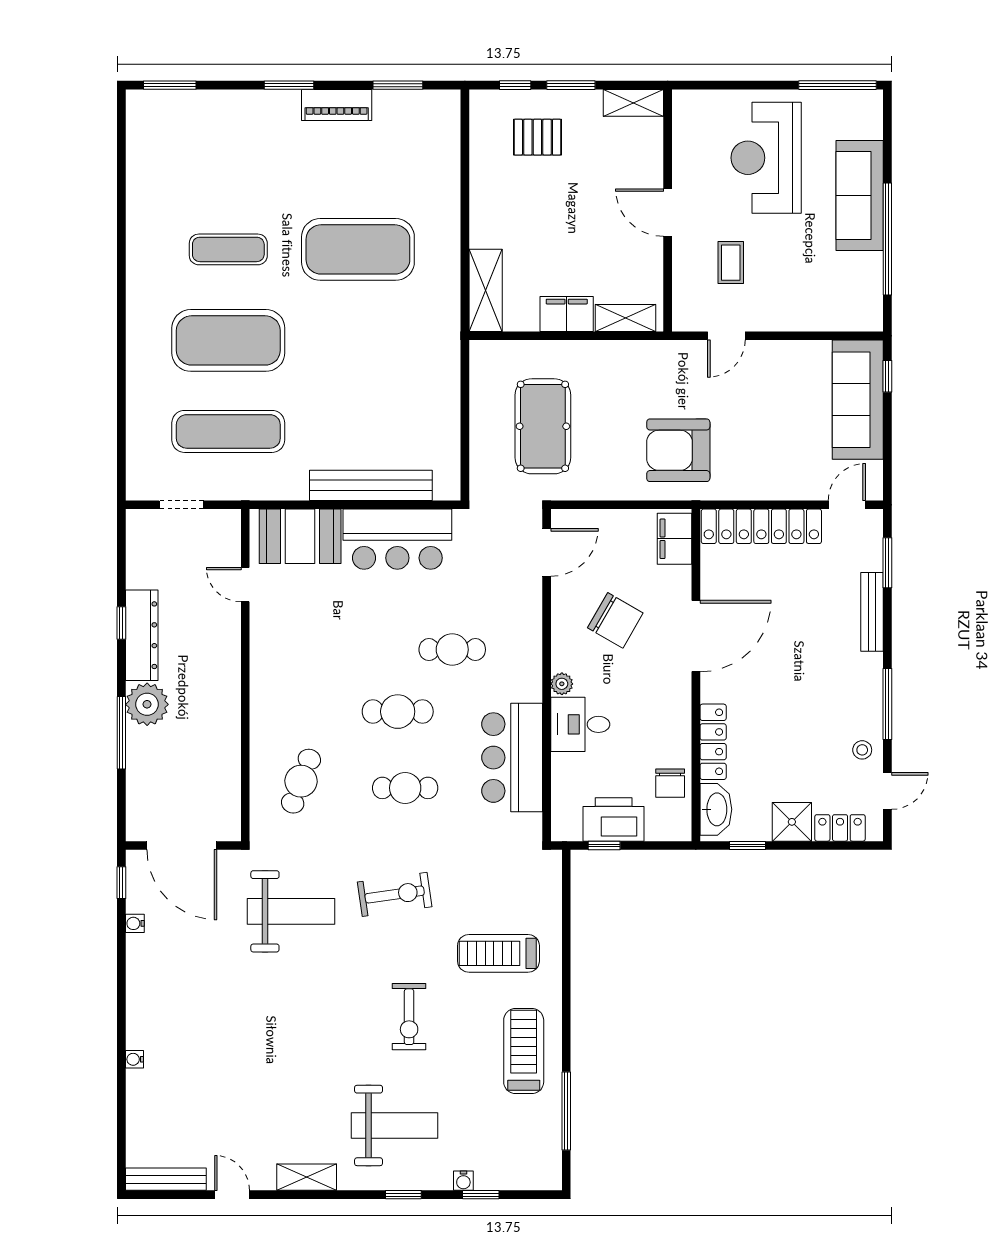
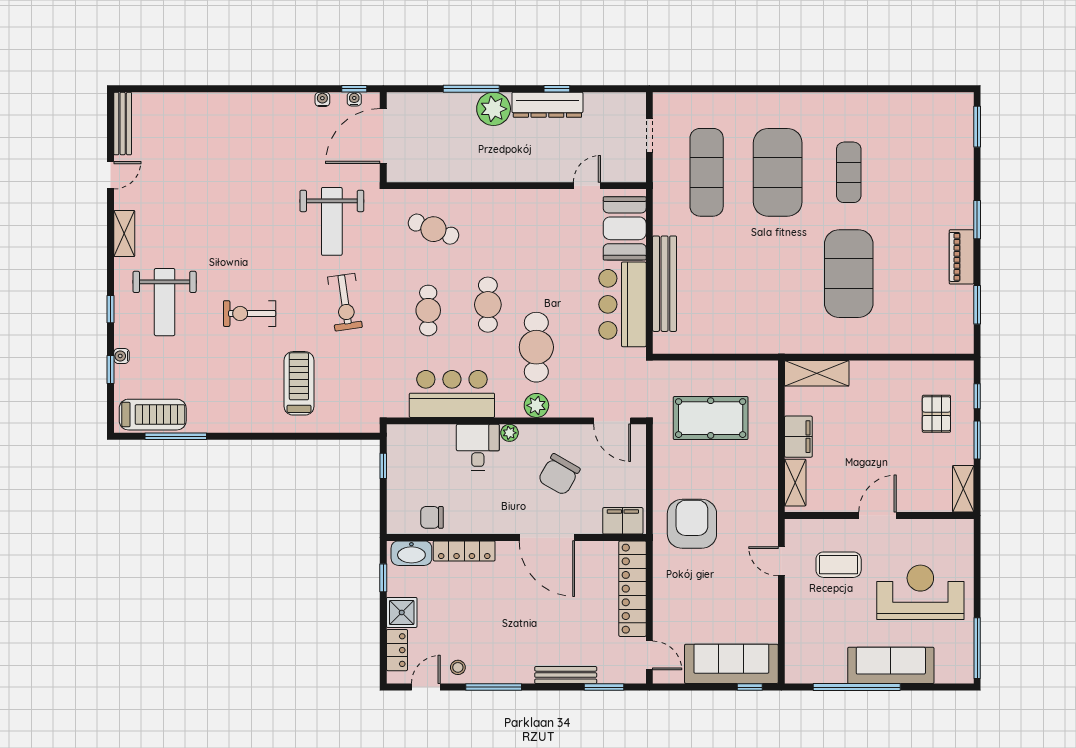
coffee table: (731, 263) -> (839, 565), width x1.36, depth x1.30
plant: (527, 649) -> (536, 405), added
cafe table: (452, 650) -> (536, 347), width x1.37, depth x1.35
door: (887, 791) -> (426, 687), swing flipped
printer: (614, 819) -> (404, 473), removed
treadmill: (524, 1051) -> (153, 415), moved
water cooler: (134, 1059) -> (354, 99), moved

